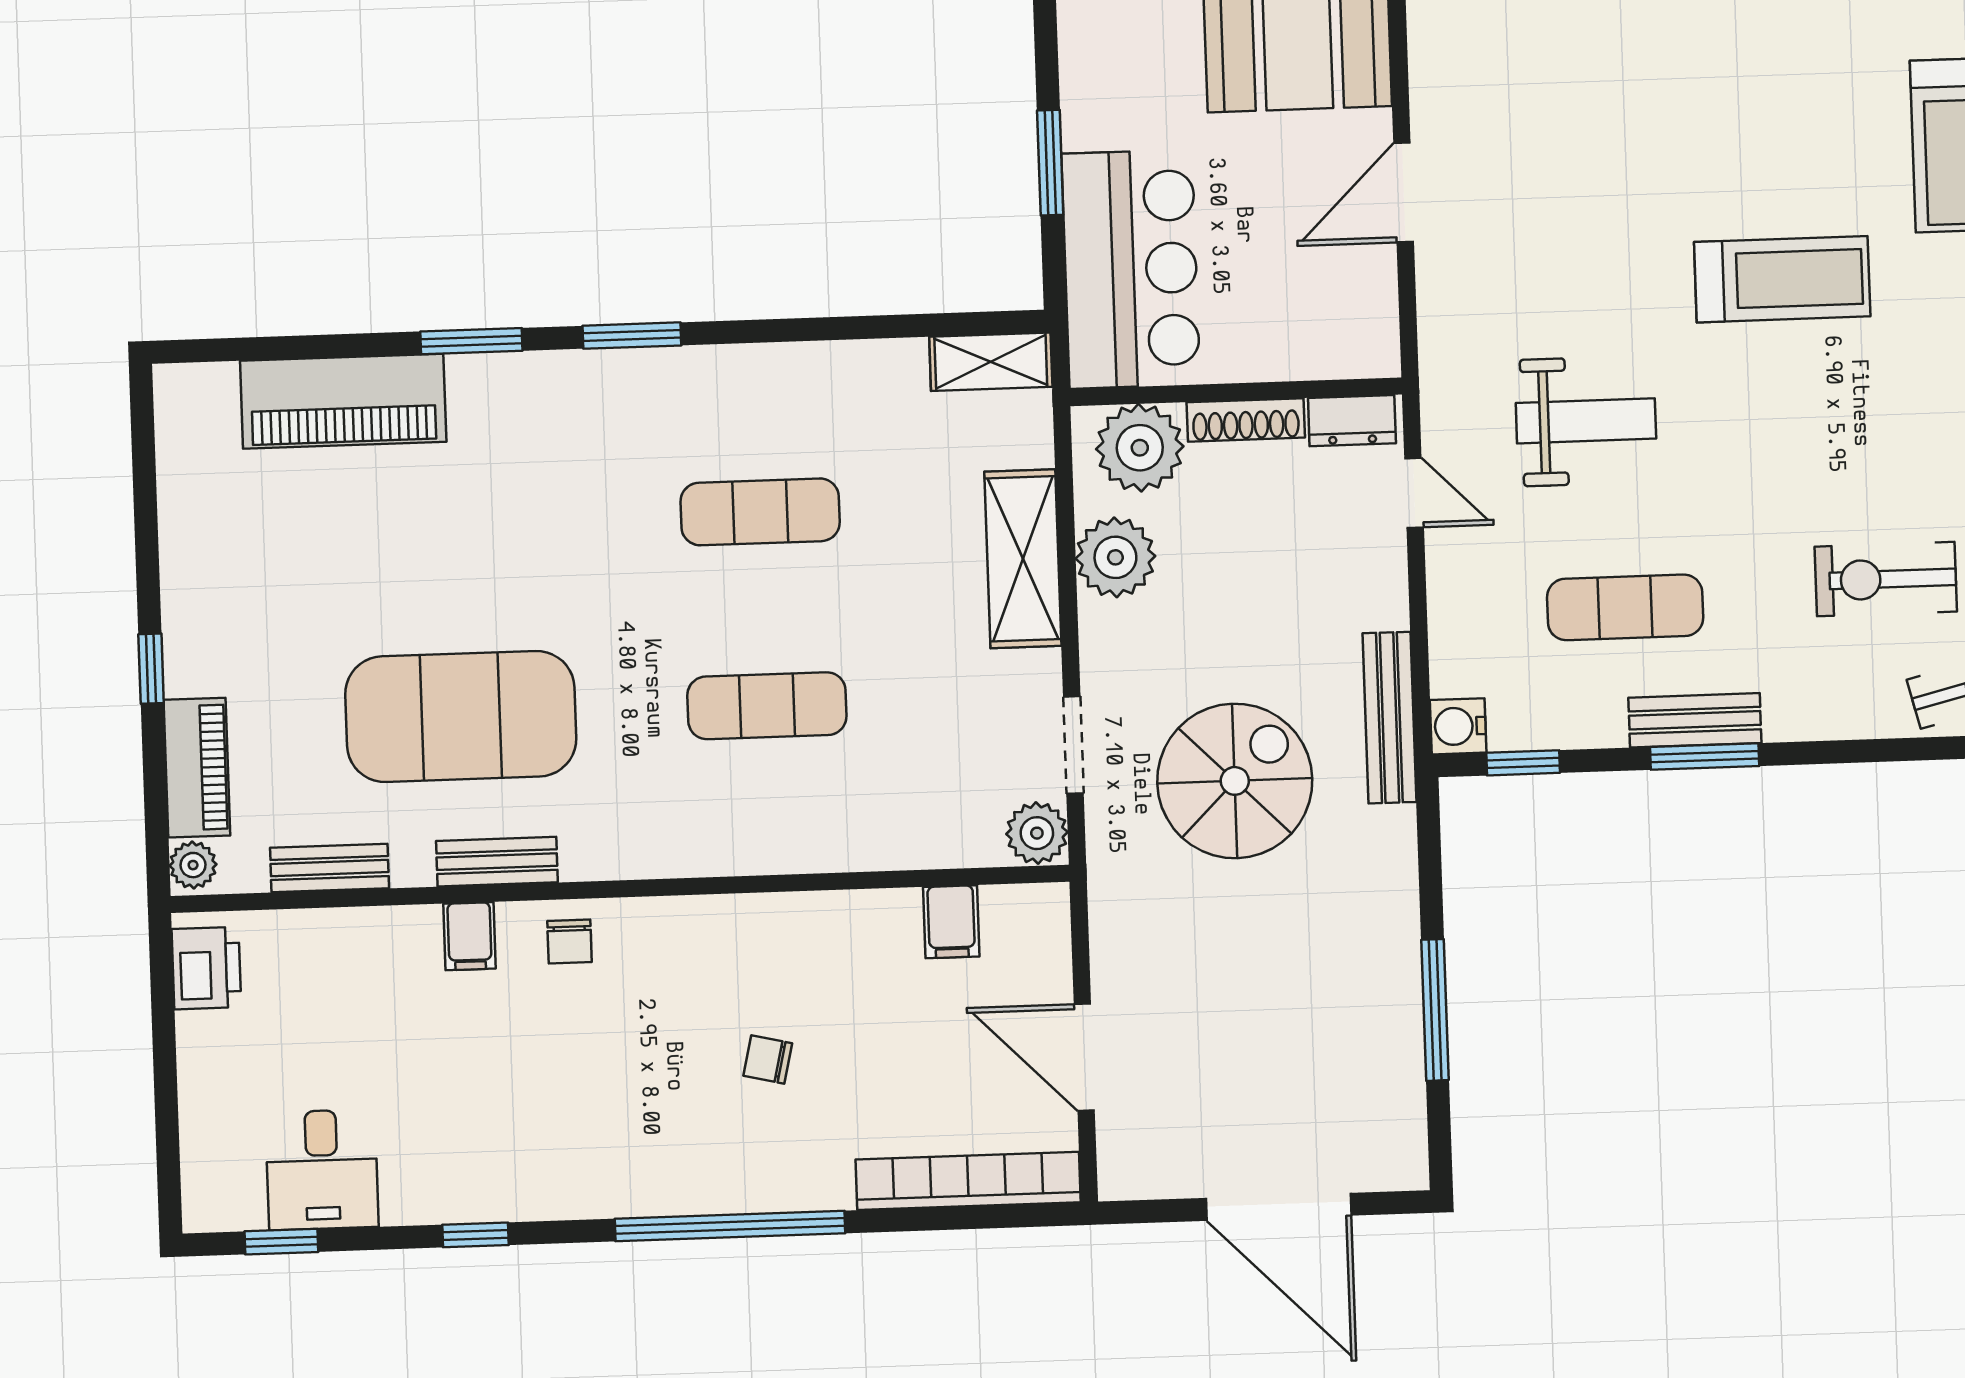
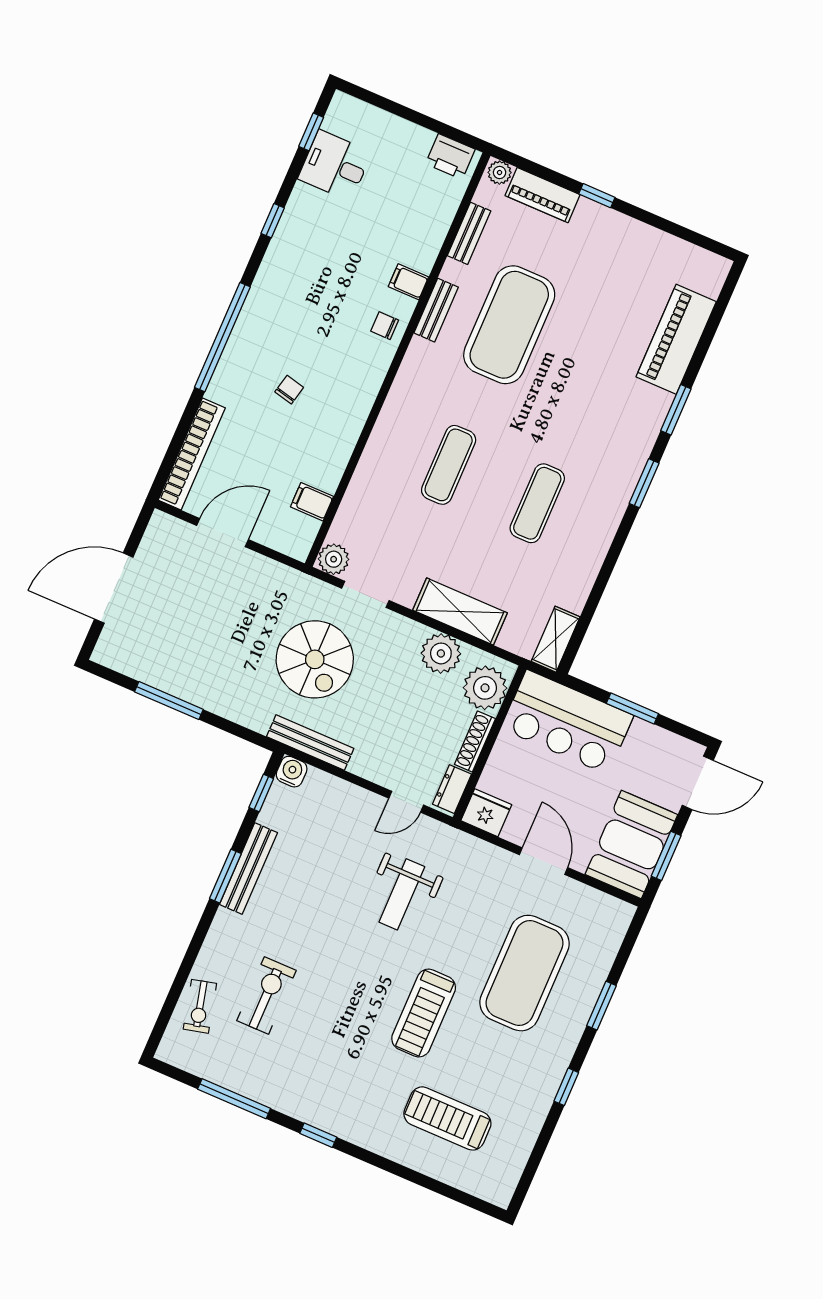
fridge: (1365, 338) -> (486, 813), added
exercise mat: (1625, 607) -> (524, 973), moved, width x2.00, depth x1.45
bench: (1695, 720) -> (248, 869), width x1.36

